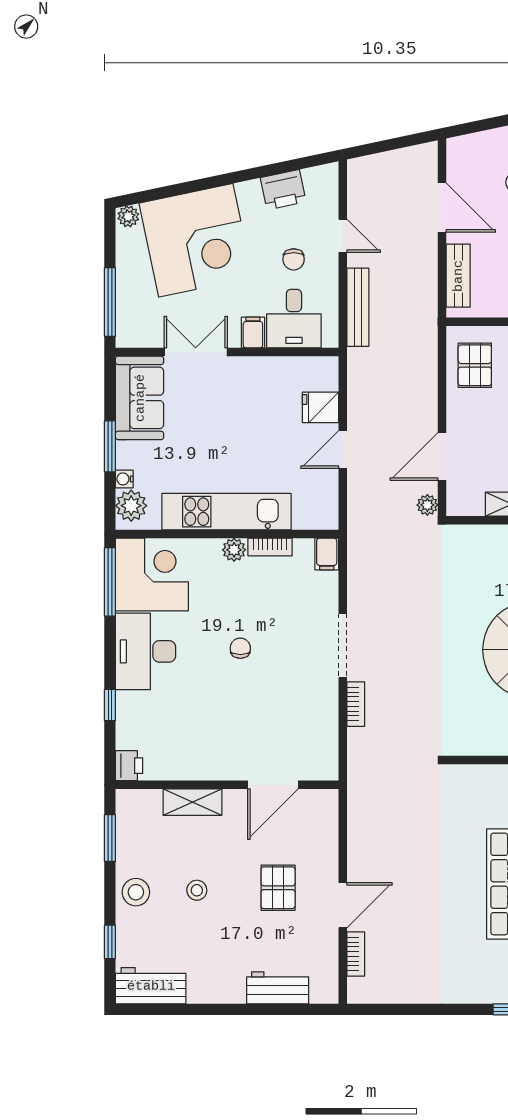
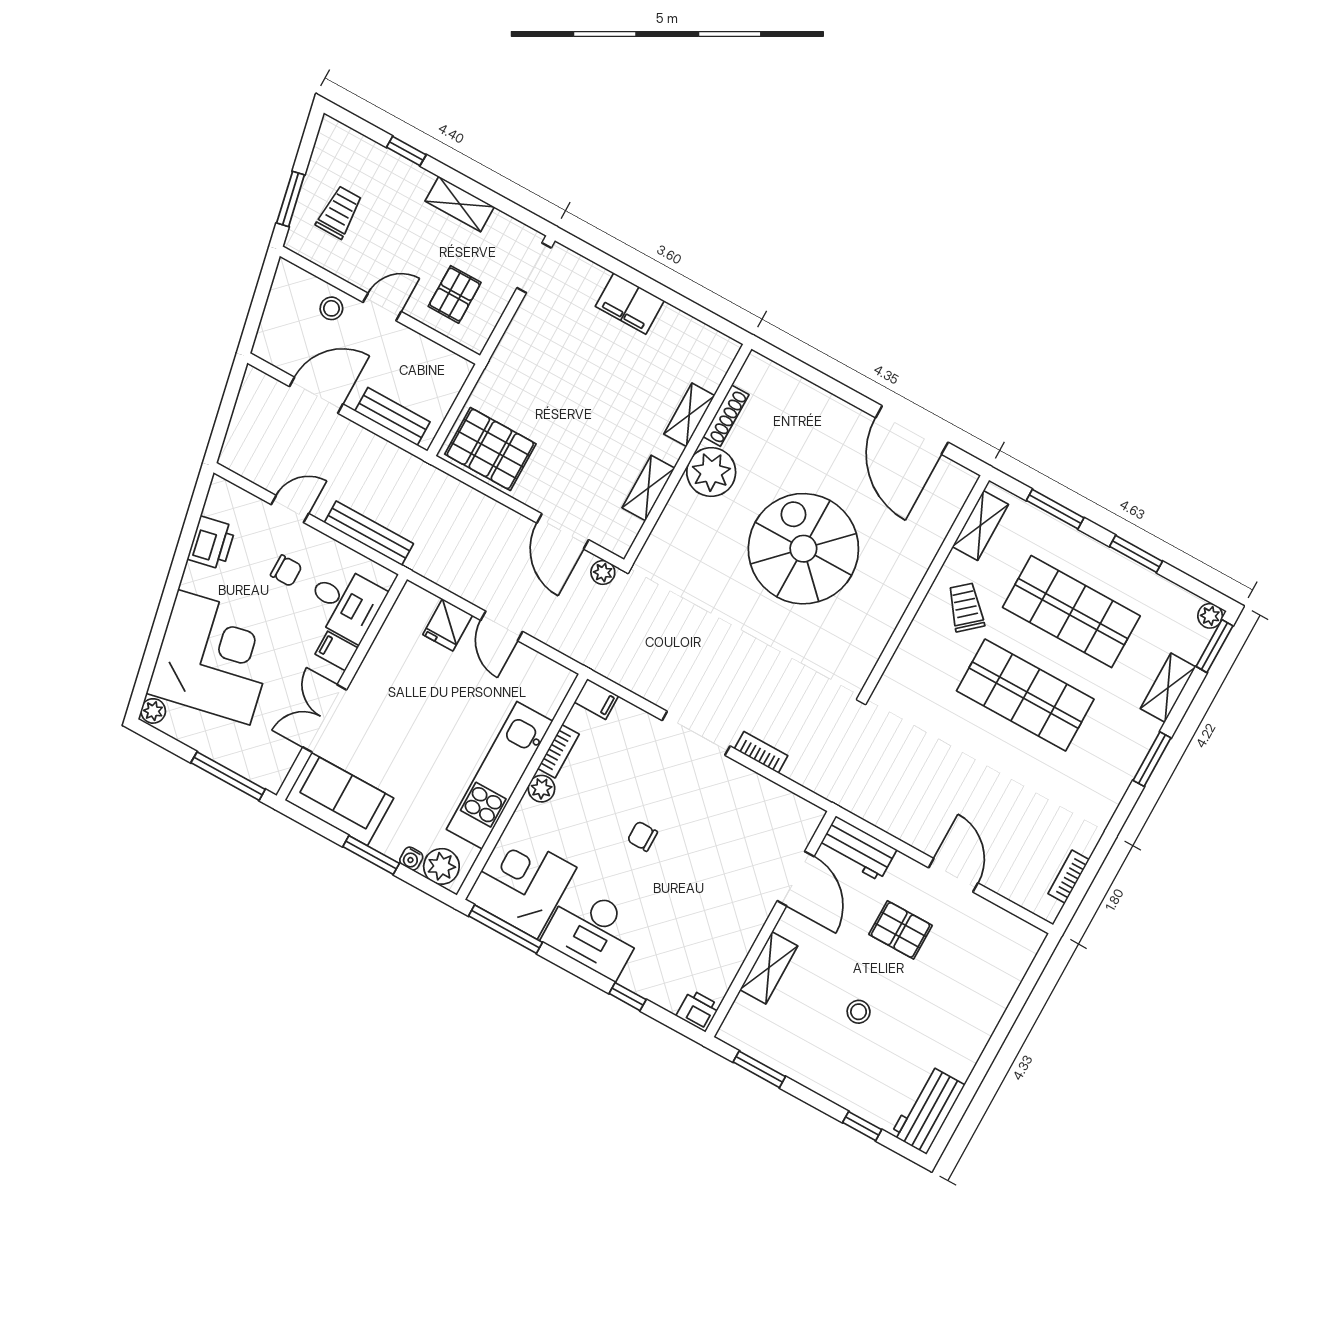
pallet: (475, 365) -> (490, 449), width x1.50, depth x1.42
stool: (136, 892) -> (827, 1073), removed
bookcase: (356, 954) -> (1069, 877), moved, turned -90
workbench: (278, 988) -> (858, 849), moved, turned -90

